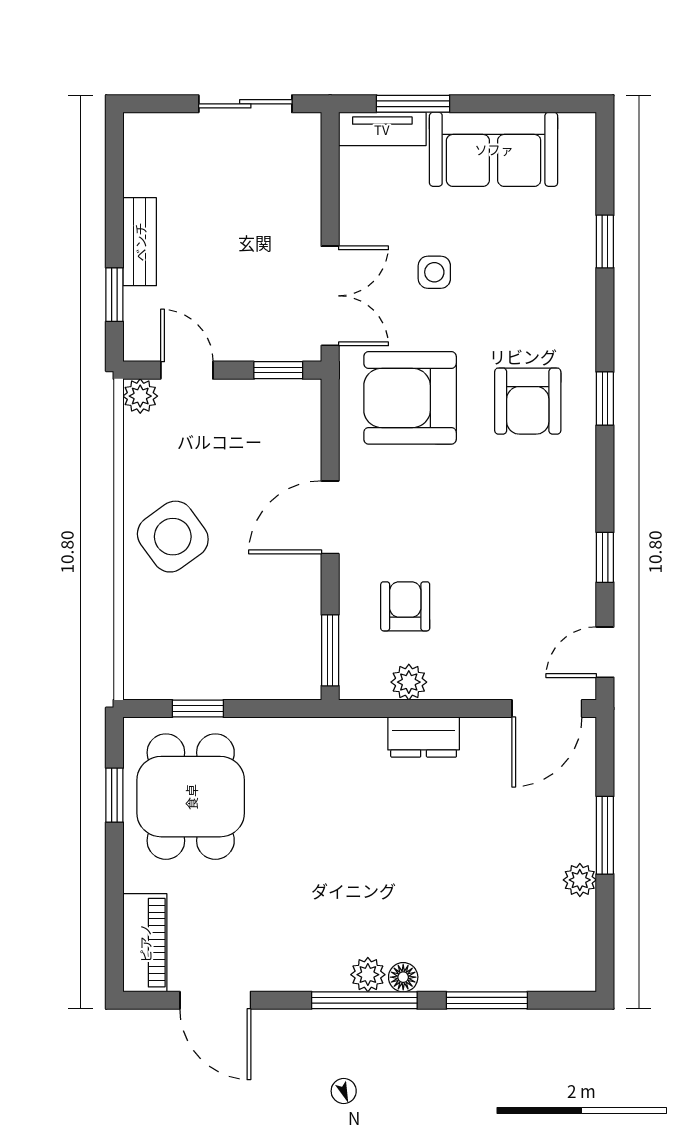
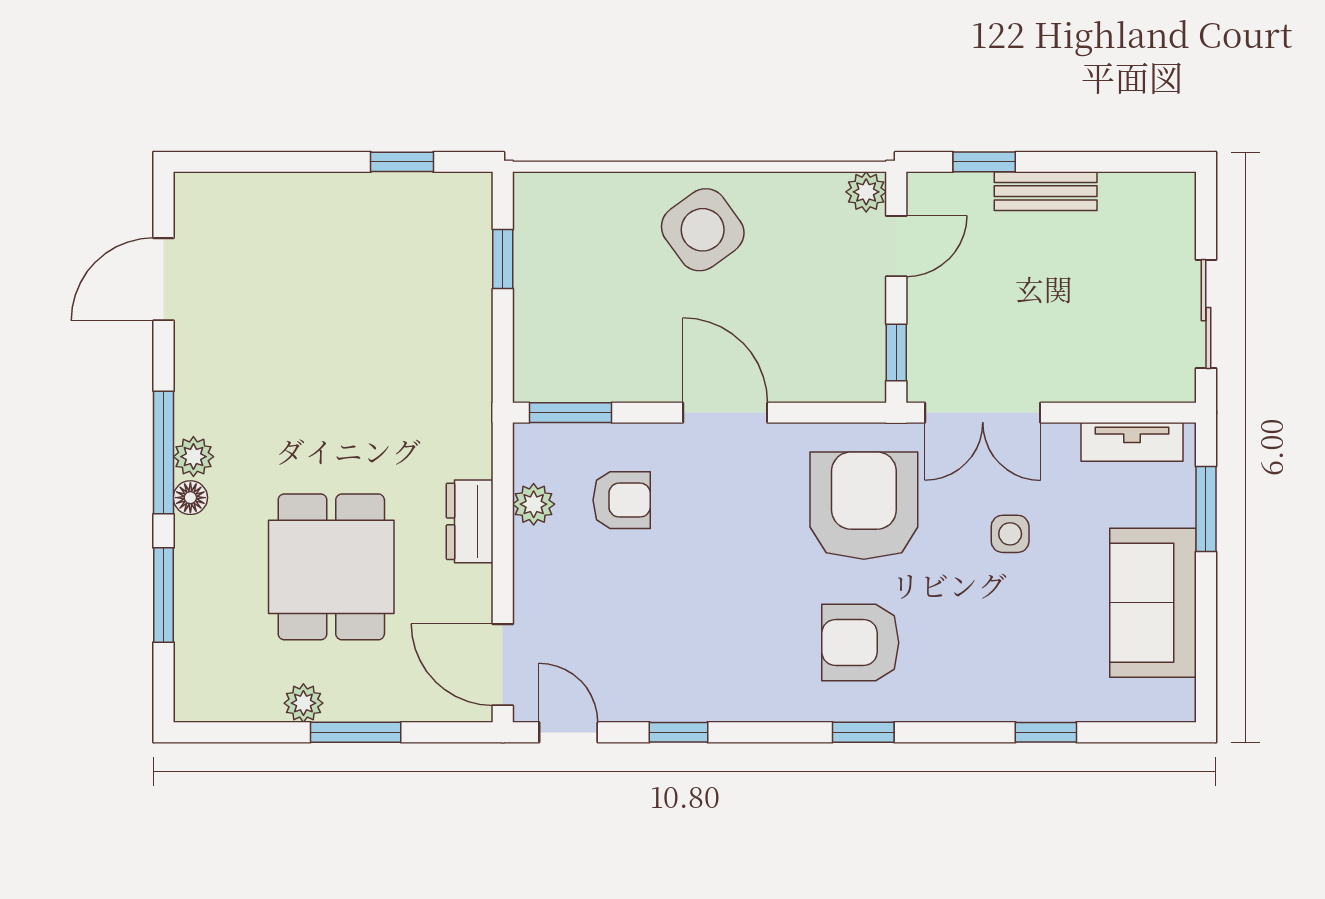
tv unit: (382, 129) -> (1132, 442), moved, turned -90
dining table: (191, 797) -> (331, 567), moved, turned 90
piano: (145, 943) -> (231, 197), removed

